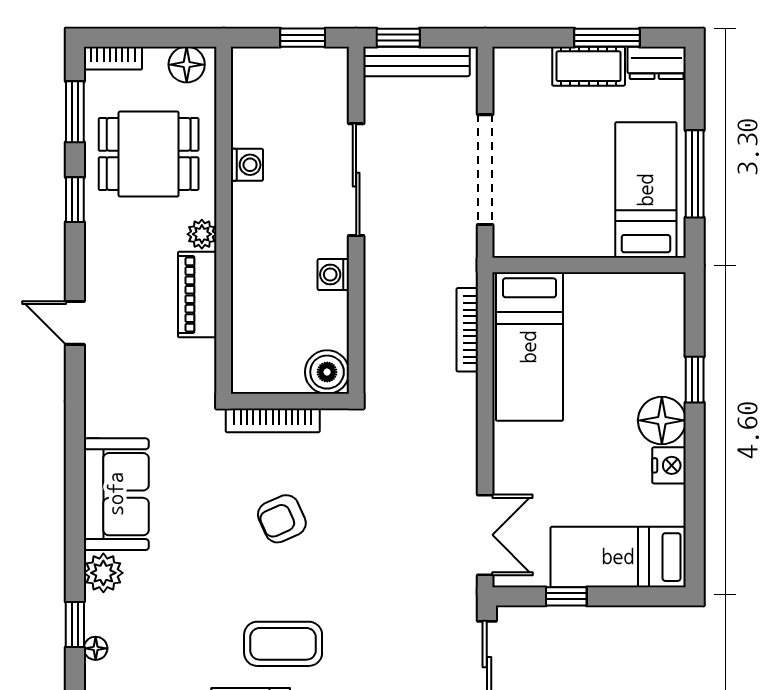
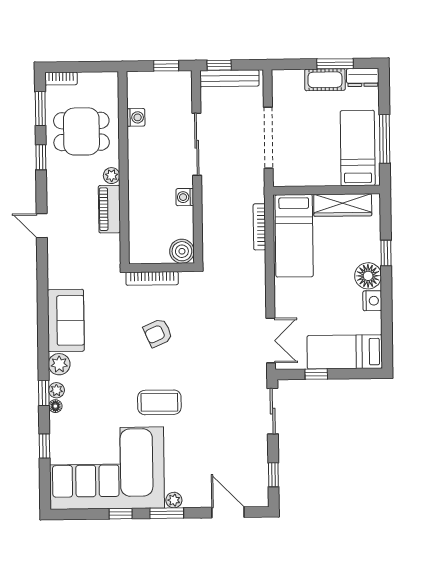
floor lamp: (187, 65) -> (102, 82), removed
washing machine: (247, 165) -> (136, 117), moved
wardrobe: (618, 292) -> (343, 205), added
plant: (98, 620) -> (56, 390), added

